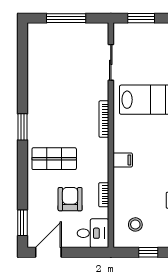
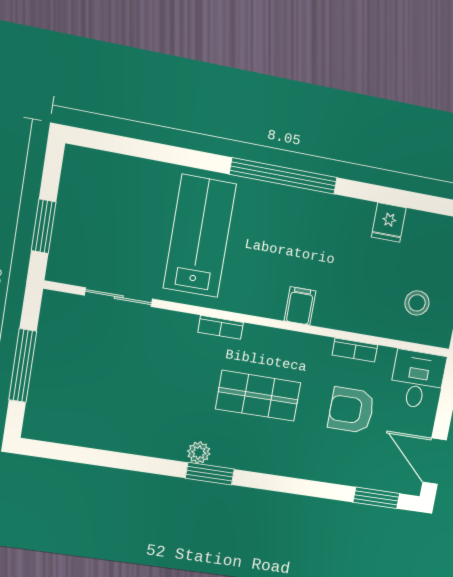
plant: (33, 119) -> (199, 453), added
bookcase: (104, 119) -> (221, 327), width x0.64
shop shelf: (54, 159) -> (258, 396), moved, turned 90

